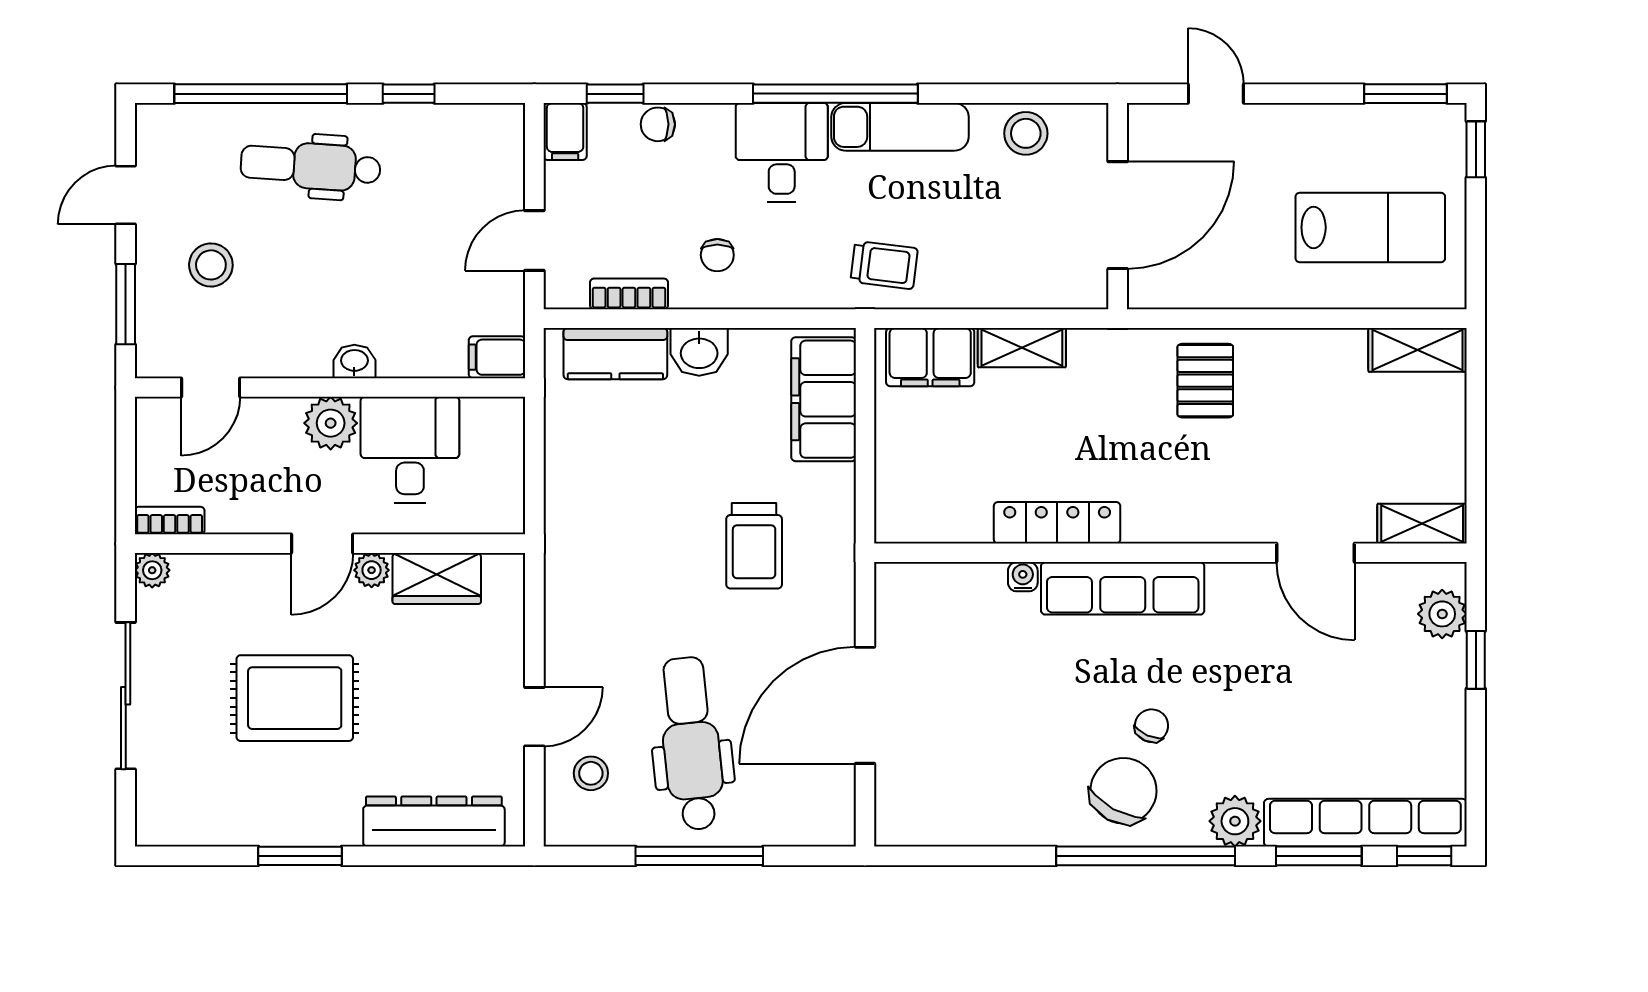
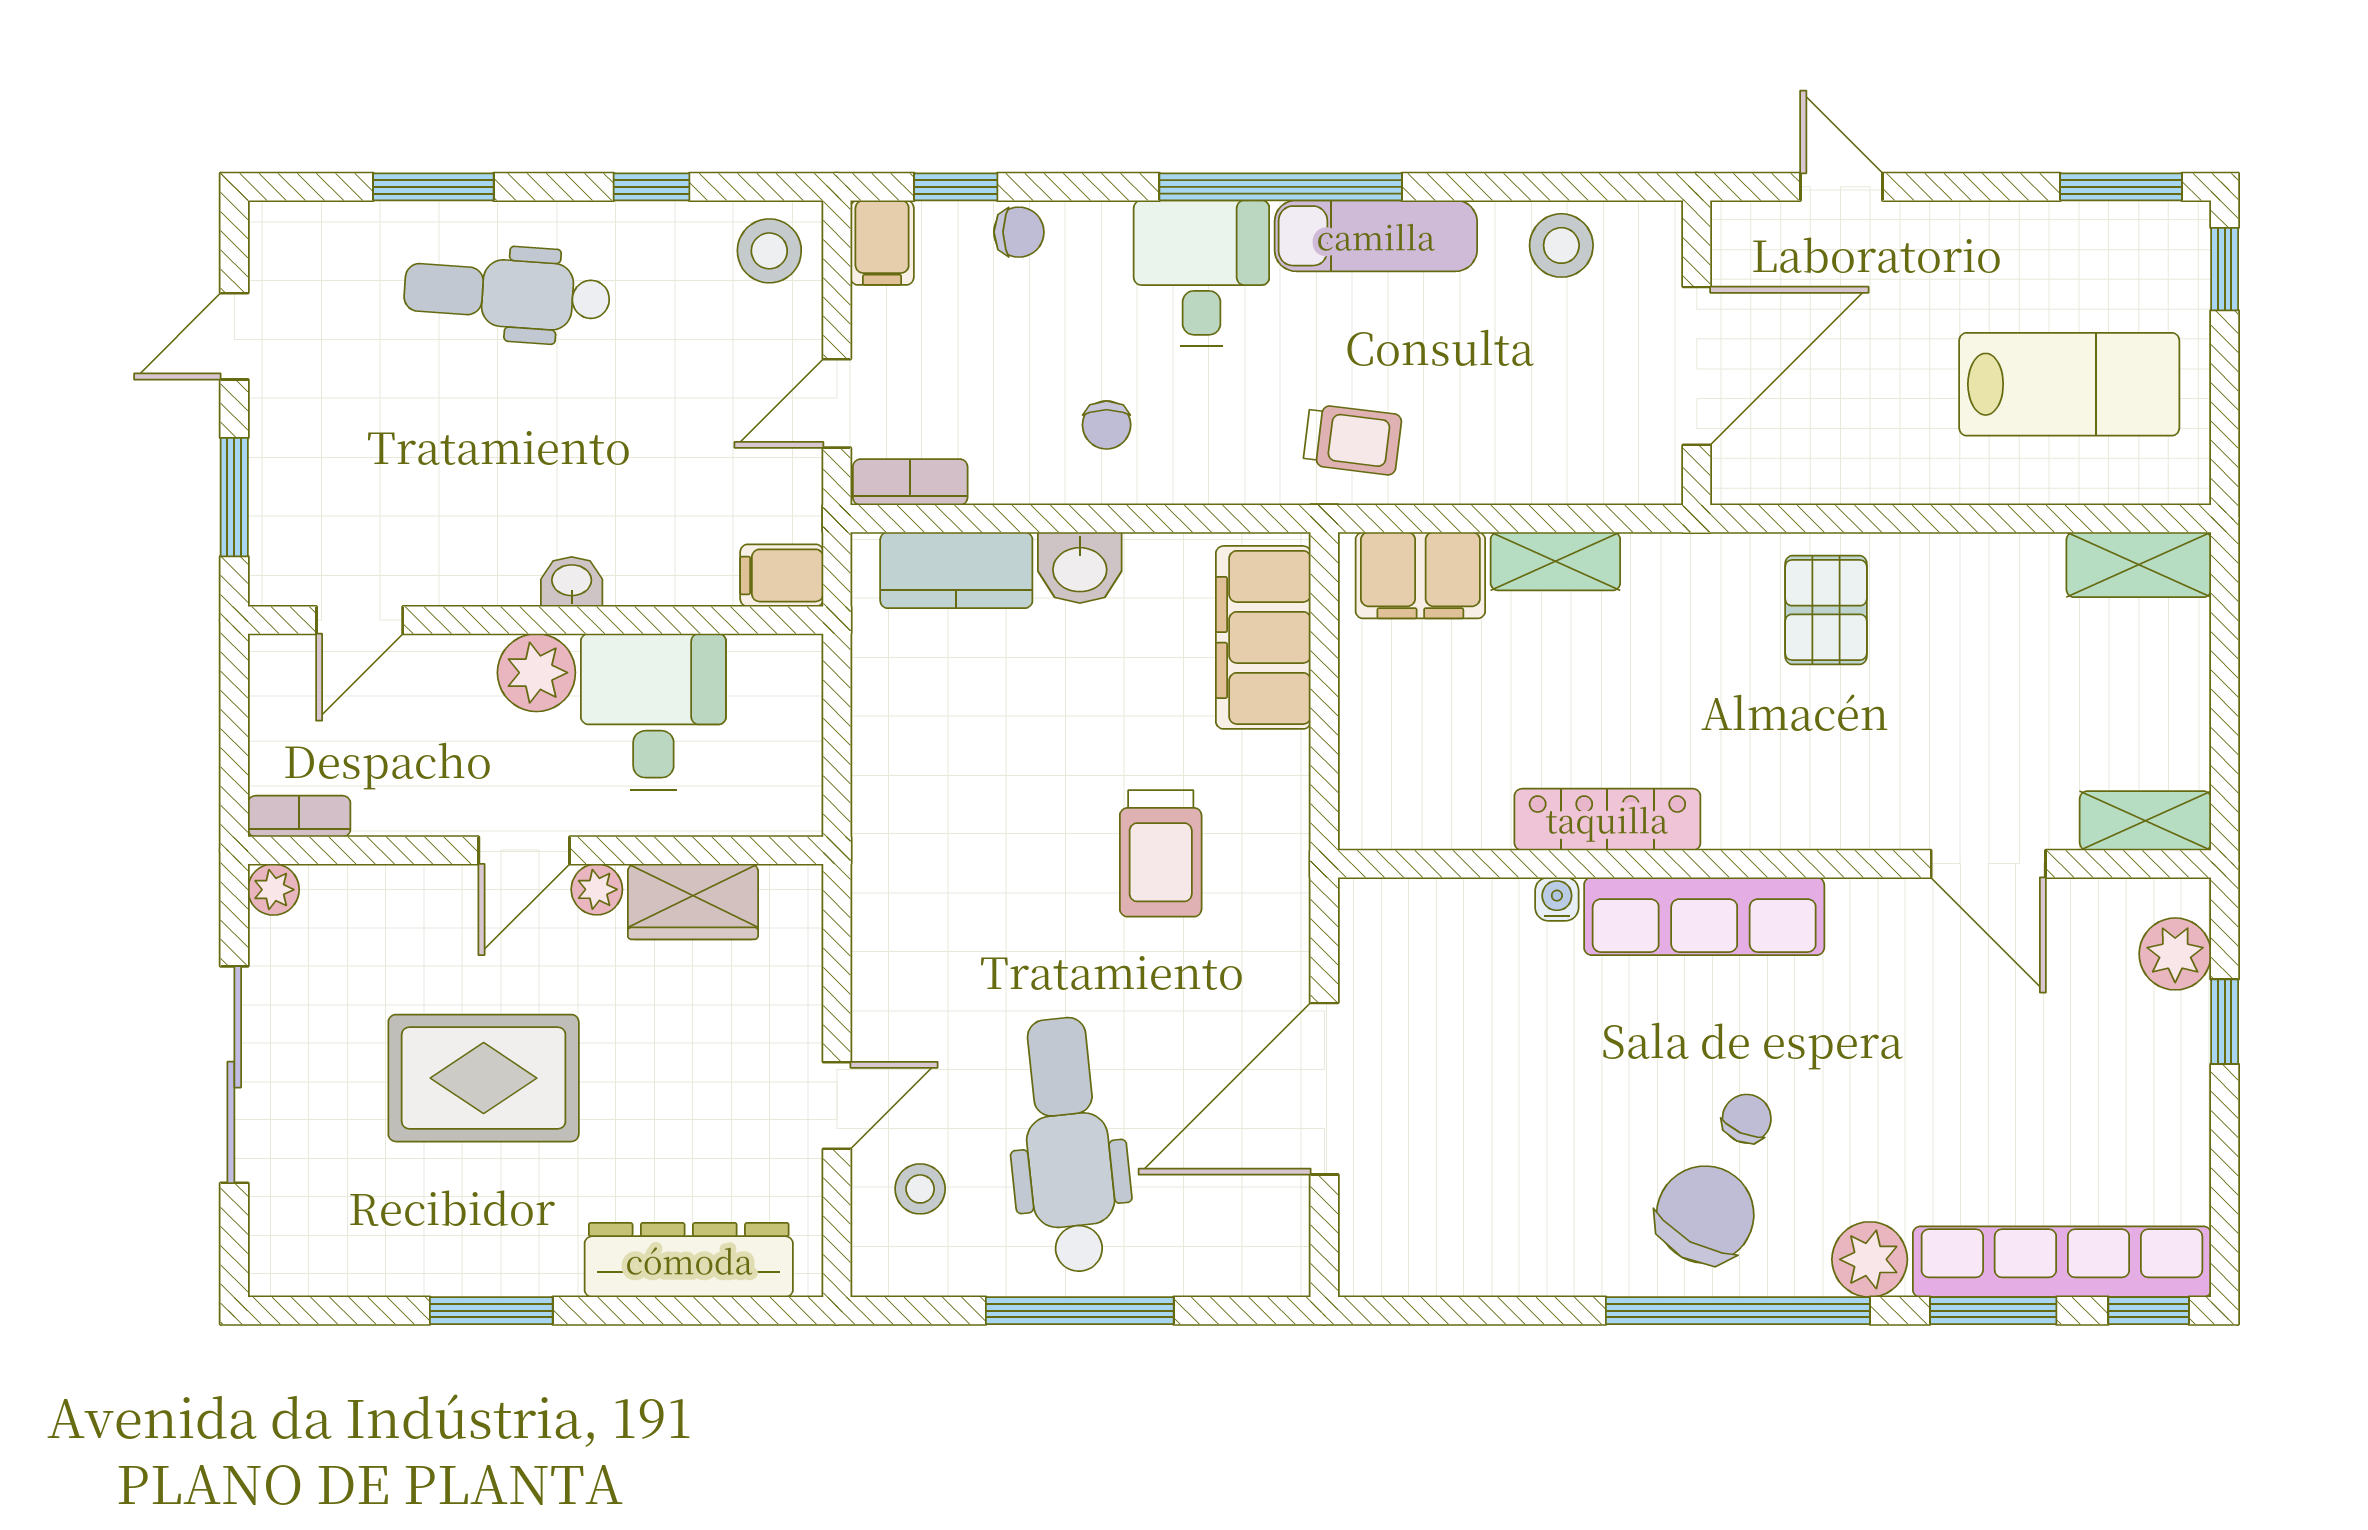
window: (261, 94) -> (433, 187), width x0.47
chair: (658, 124) -> (1019, 232), turned 180
stool: (211, 265) -> (769, 251), moved
bookcase: (629, 294) -> (910, 482), moved

